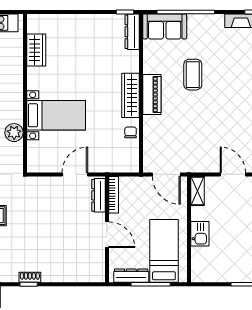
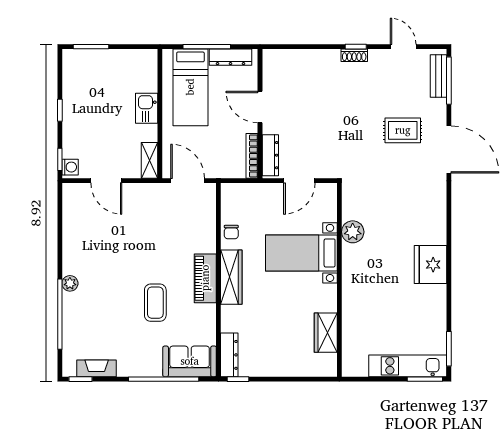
wardrobe: (36, 50) -> (326, 333), moved
wall: (25, 93) -> (339, 280), moved
bed with nightstands: (56, 115) -> (301, 253), moved
plant: (14, 133) -> (353, 232), moved

